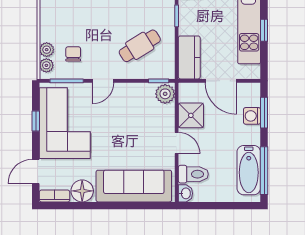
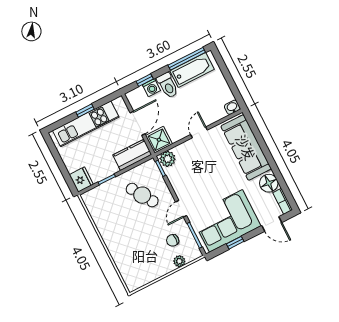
plant: (46, 65) -> (191, 256), removed
door: (103, 81) -> (181, 209), swing flipped
window: (264, 113) -> (145, 80), width x0.67
shower: (191, 115) -> (159, 140), moved
toilet: (193, 174) -> (168, 85), moved, turned 180

